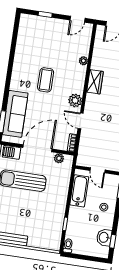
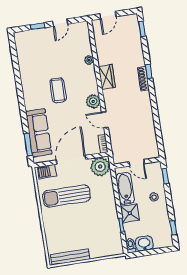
door: (78, 19) -> (60, 23), moved
plant: (59, 158) -> (100, 167), width x1.88, depth x1.88
shower: (77, 215) -> (130, 213), added
washbasin: (104, 237) -> (144, 244), moved, turned 90

